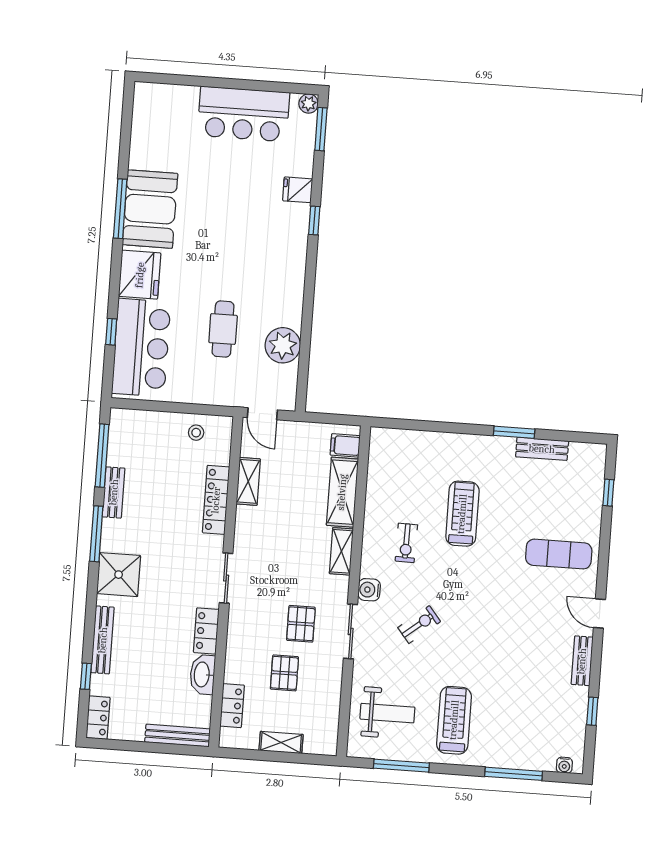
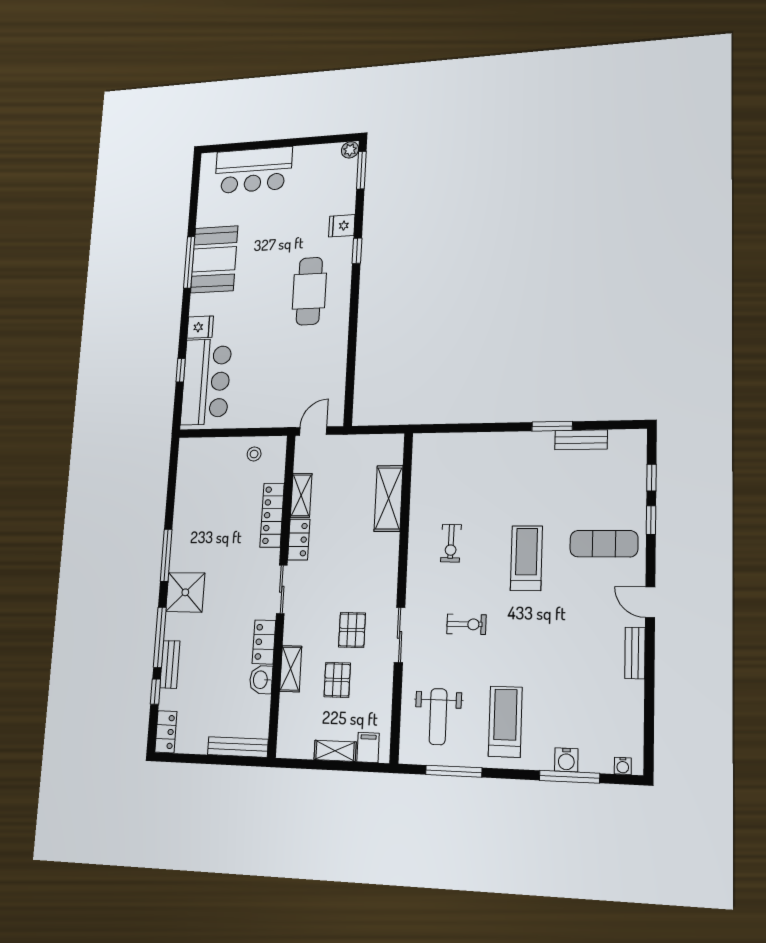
bar counter: (244, 114) -> (253, 170), moved
fridge: (140, 275) -> (200, 327), width x0.53, depth x0.75
cafe table: (223, 329) -> (309, 291), moved, width x1.37, depth x1.35
plant: (283, 345) -> (331, 366), removed
door: (262, 414) -> (313, 431), swing flipped
filing cabinet: (345, 445) -> (368, 747), moved, turned 90
window: (102, 456) -> (160, 637), moved
bench: (114, 492) -> (181, 516), removed
treadmill: (462, 514) -> (526, 558), moved
shelving: (341, 551) -> (291, 669), moved
water cooler: (369, 590) -> (566, 760), moved, turned -90
exercise bike: (419, 625) -> (466, 624), turned 39
bench: (103, 640) -> (170, 664), width x0.73
washbasin: (202, 675) -> (261, 680), width x0.72
locker: (232, 706) -> (299, 540), moved
window: (592, 711) -> (651, 520), moved
weight bench: (387, 713) -> (438, 717), turned 90

